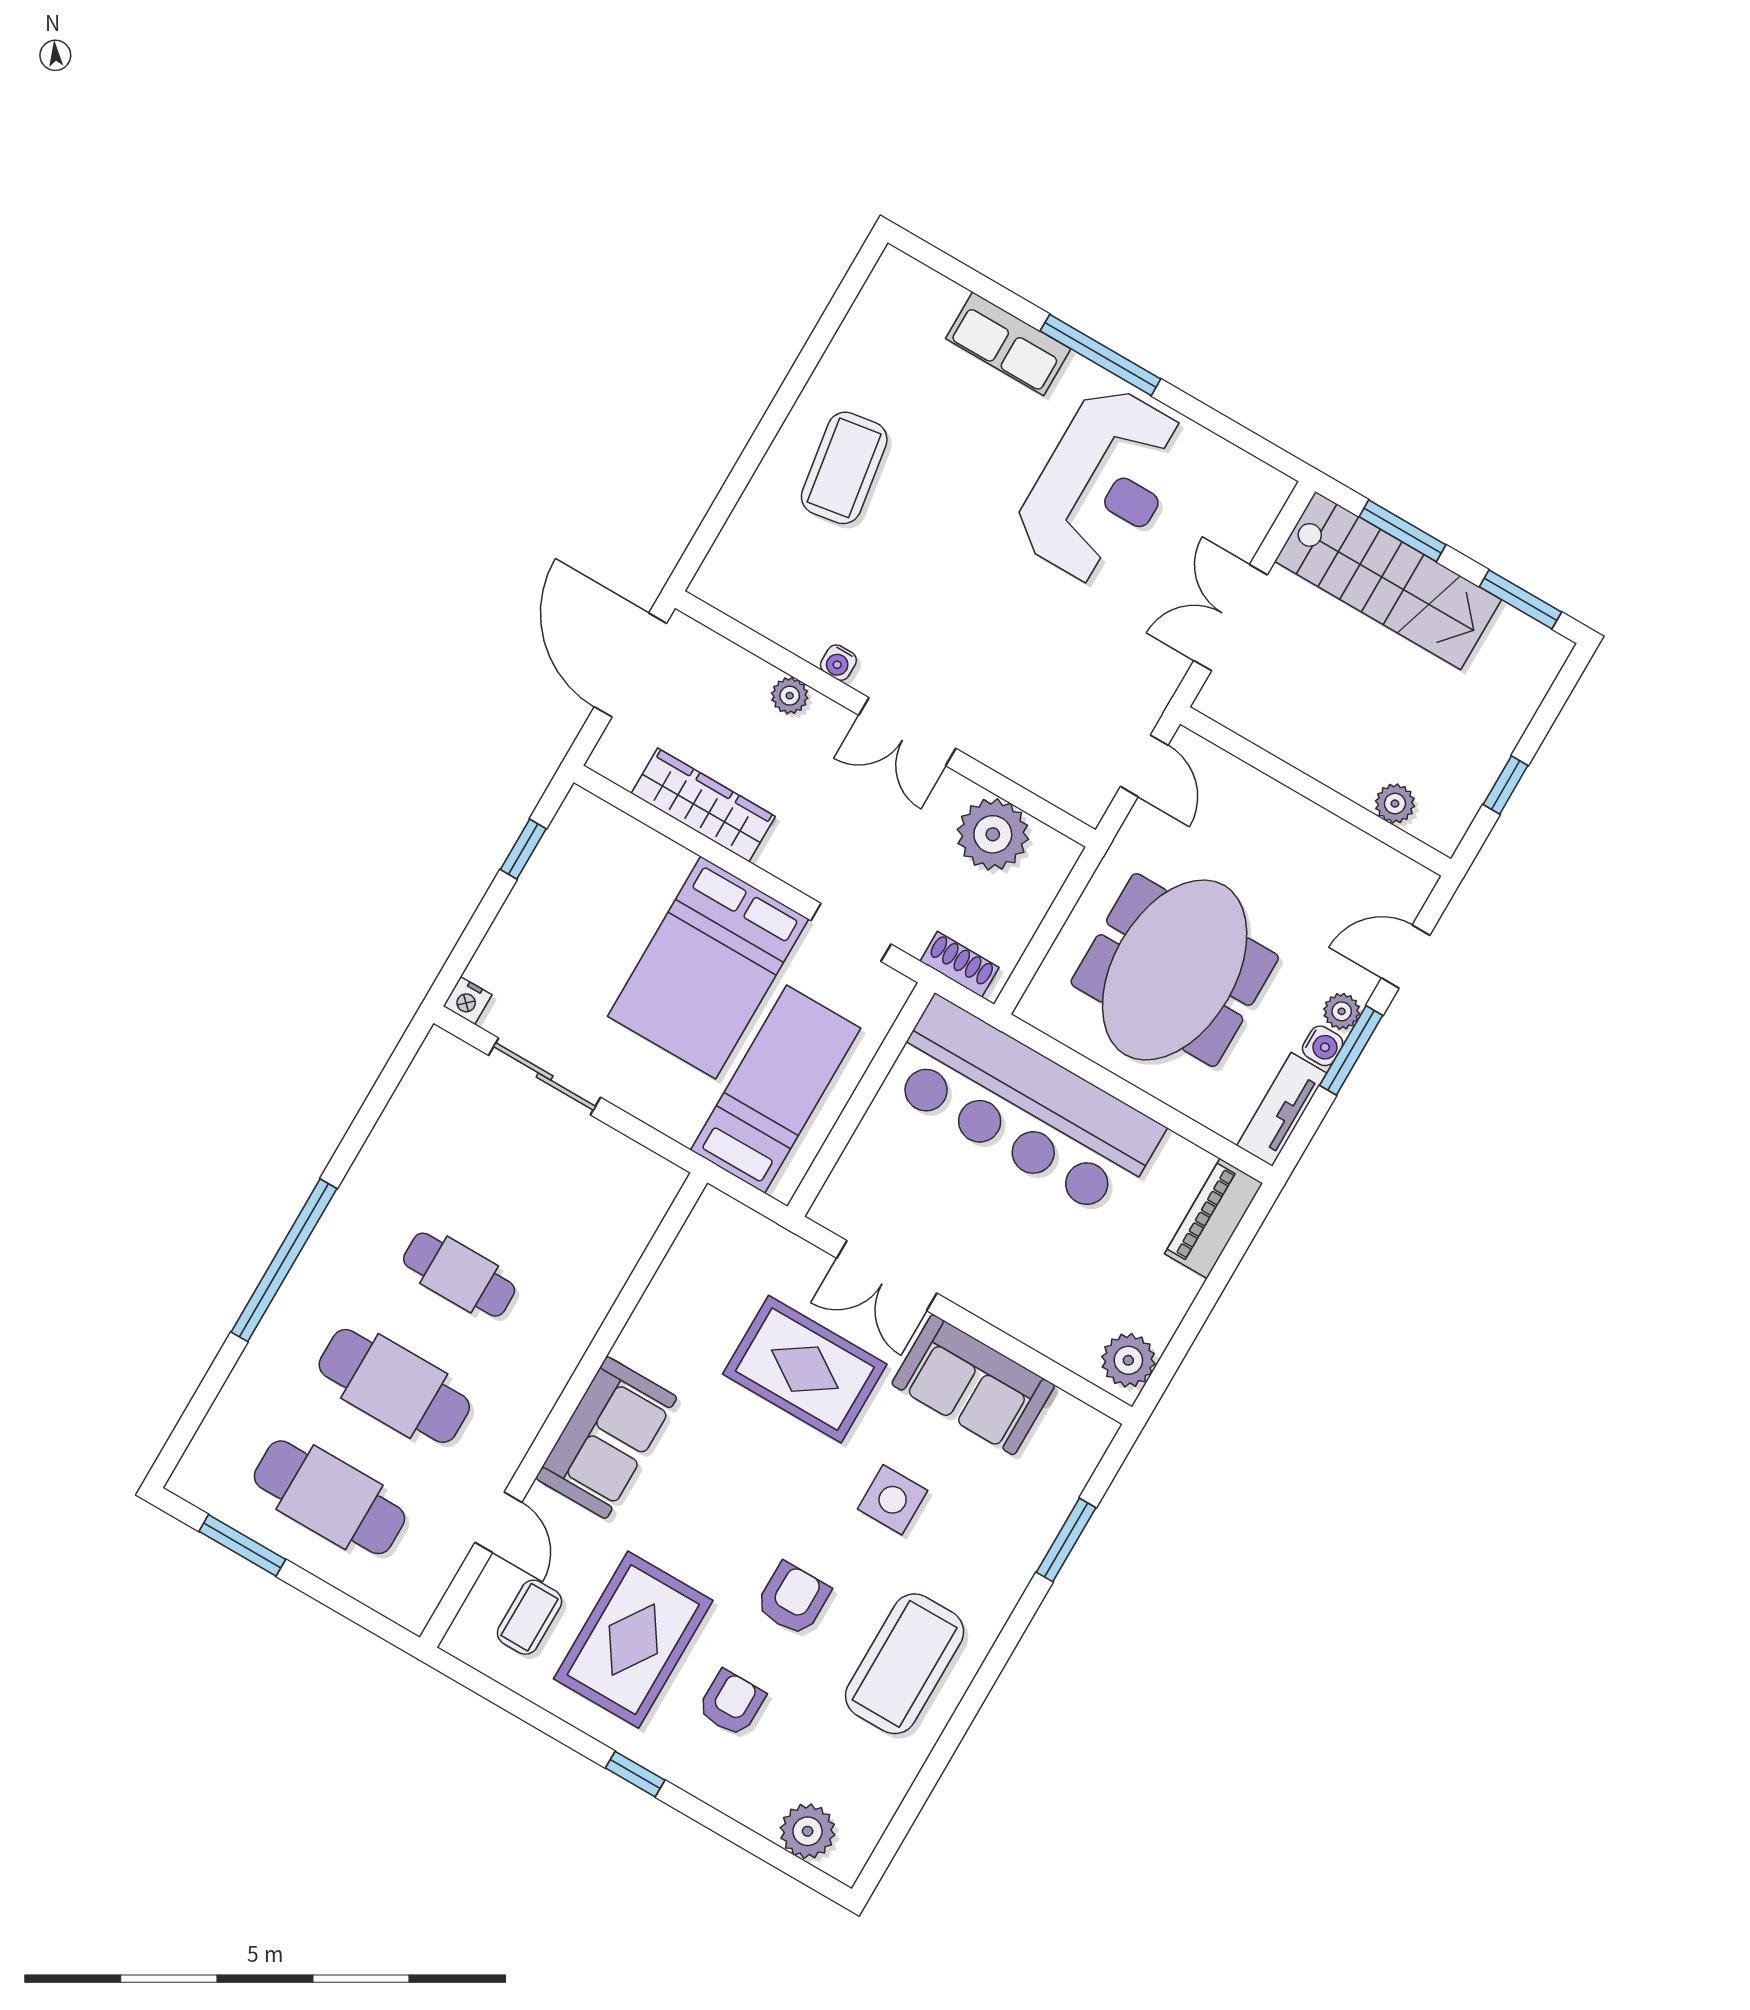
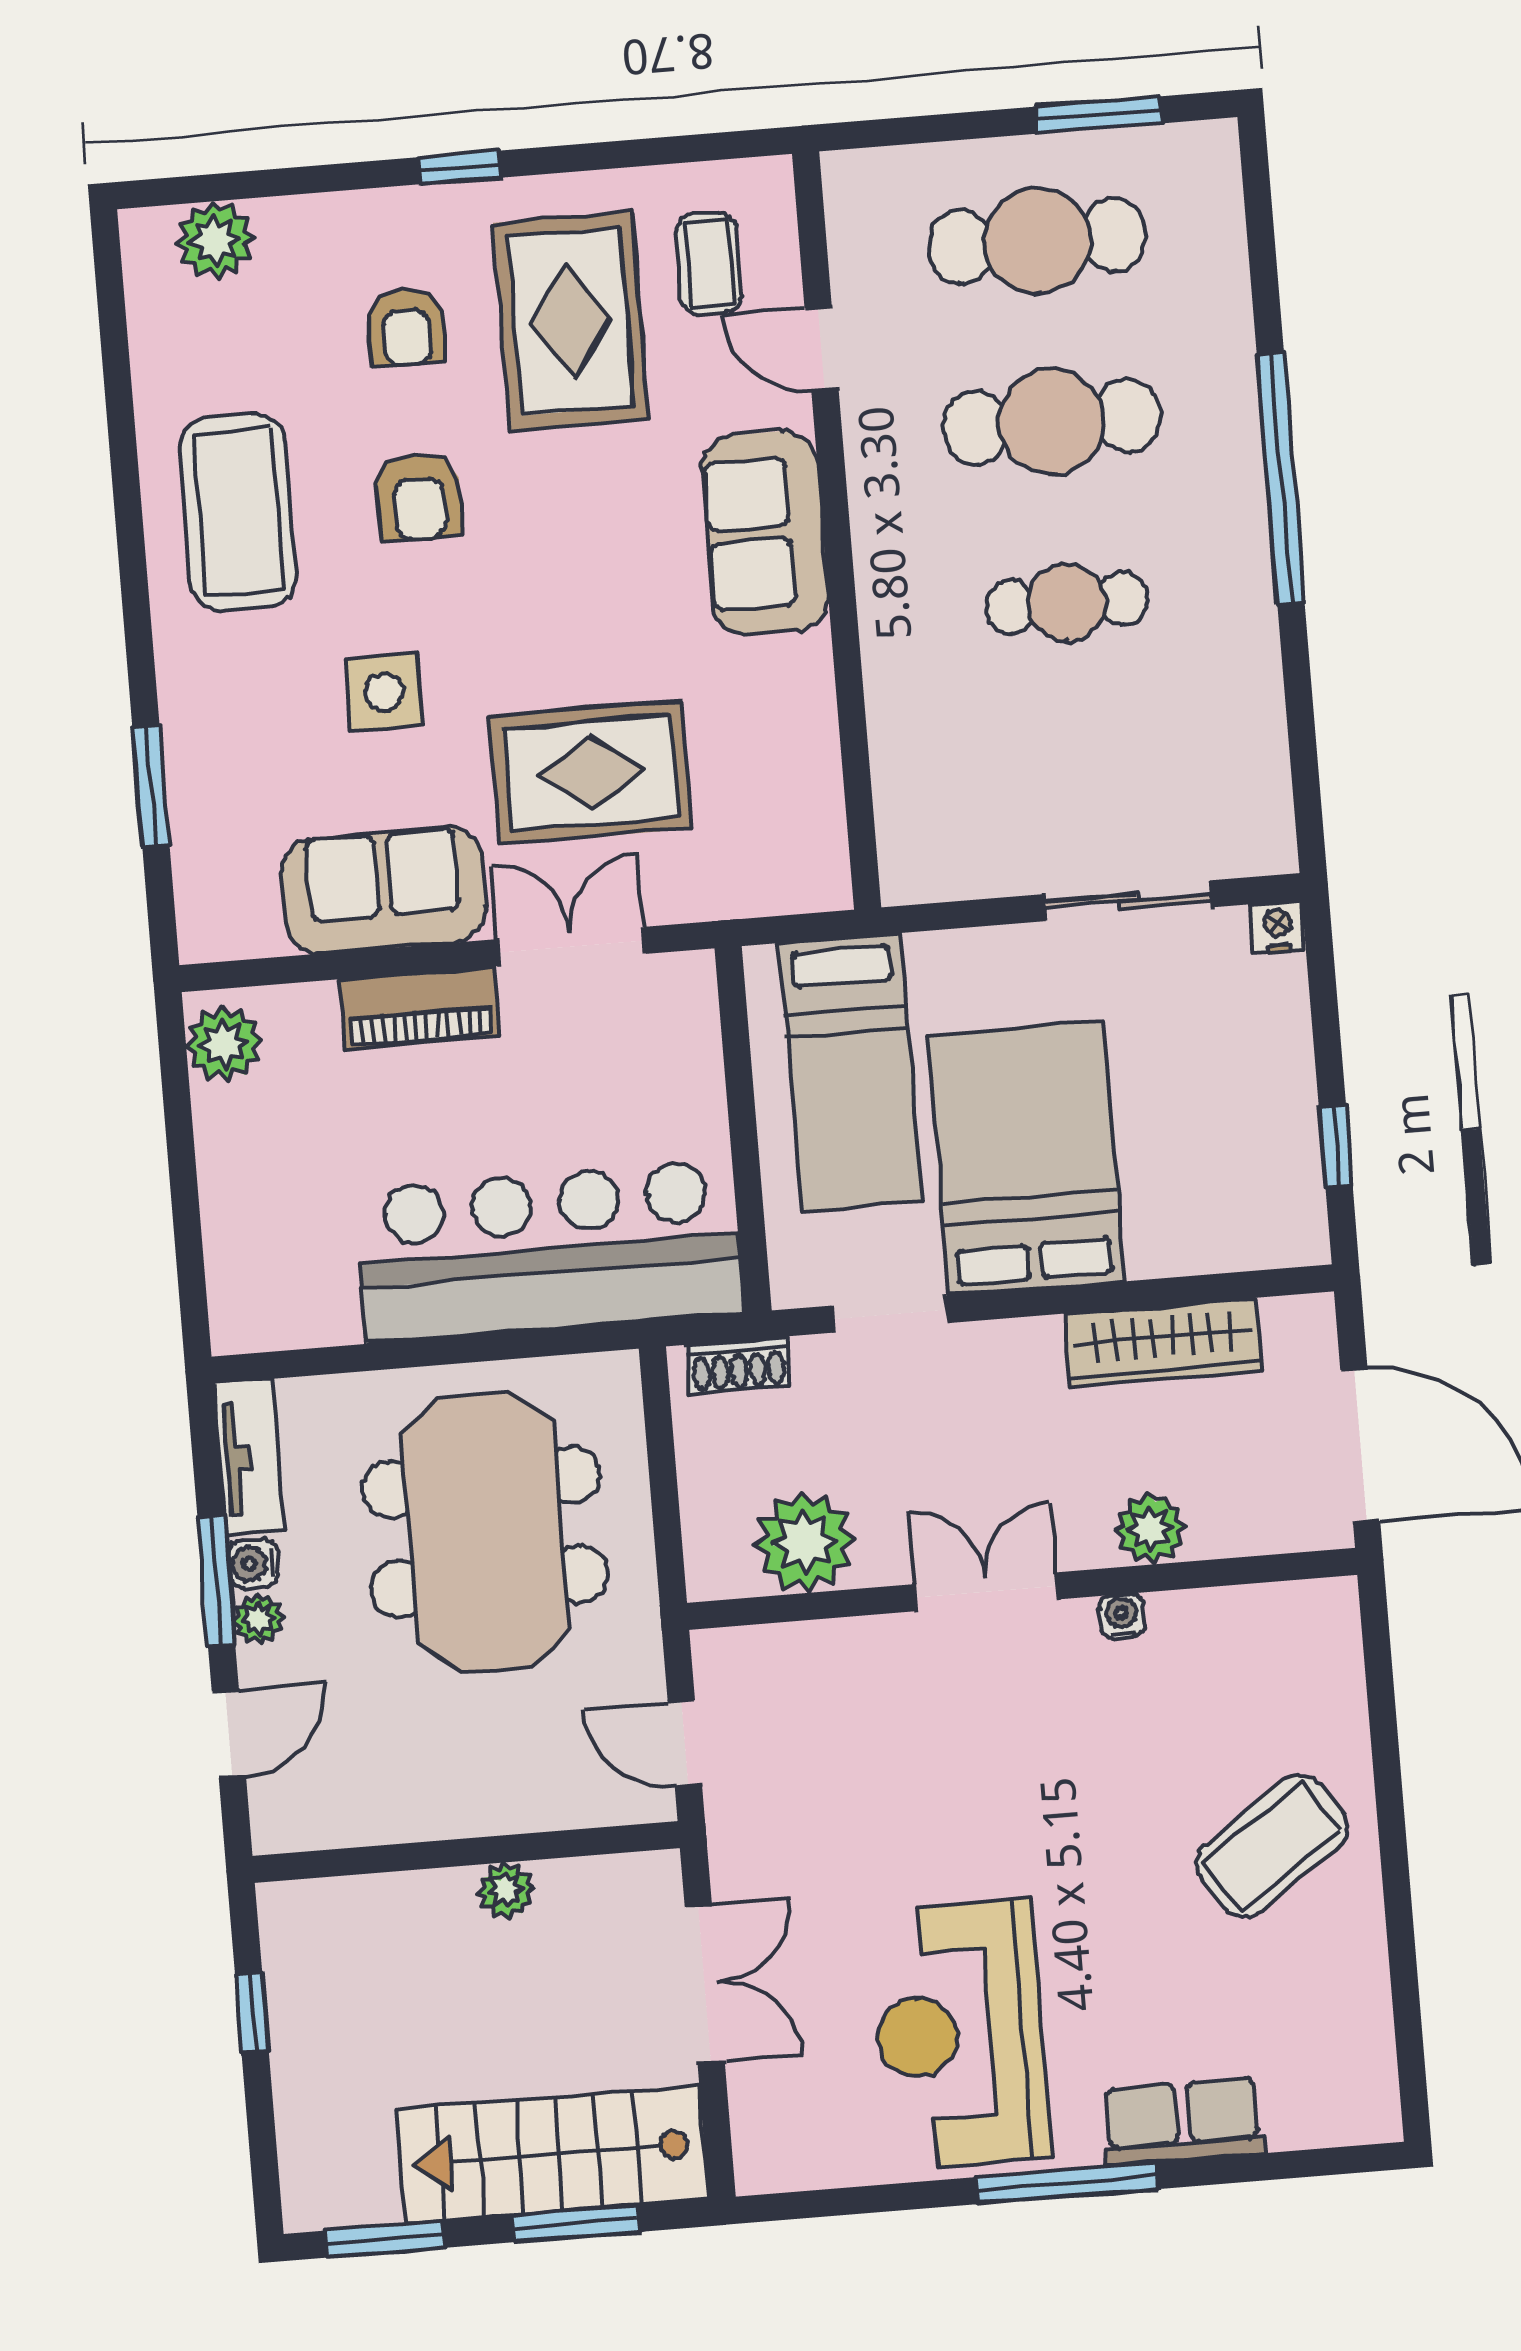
coffee table: (844, 468) -> (1272, 1846), turned 64
plant: (790, 696) -> (1151, 1529), width x1.38, depth x1.38
plant: (1395, 804) -> (506, 1890), moved
piano: (1214, 1219) -> (419, 1008), moved, turned 90

